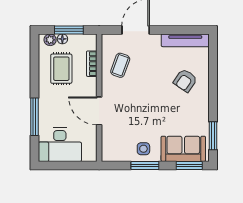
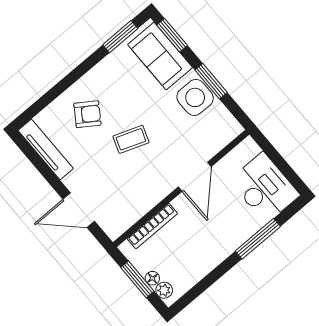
bookcase: (92, 64) -> (152, 226), width x1.56
coffee table: (120, 65) -> (131, 139), moved
rug: (61, 69) -> (184, 253), removed
side table: (143, 149) -> (195, 97), width x1.87, depth x1.87

